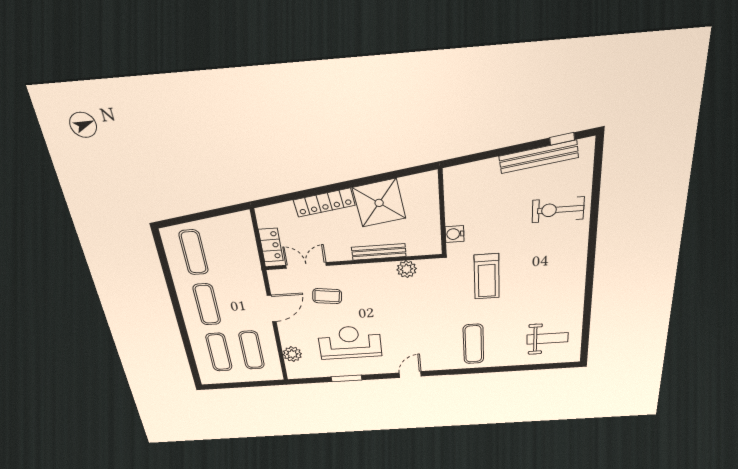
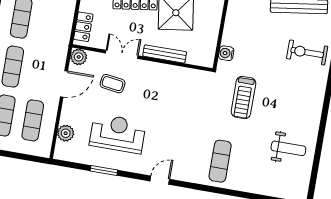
double door: (306, 265) -> (122, 54), moved
plant: (407, 269) -> (79, 57), moved
weight bench: (547, 338) -> (288, 148), moved

